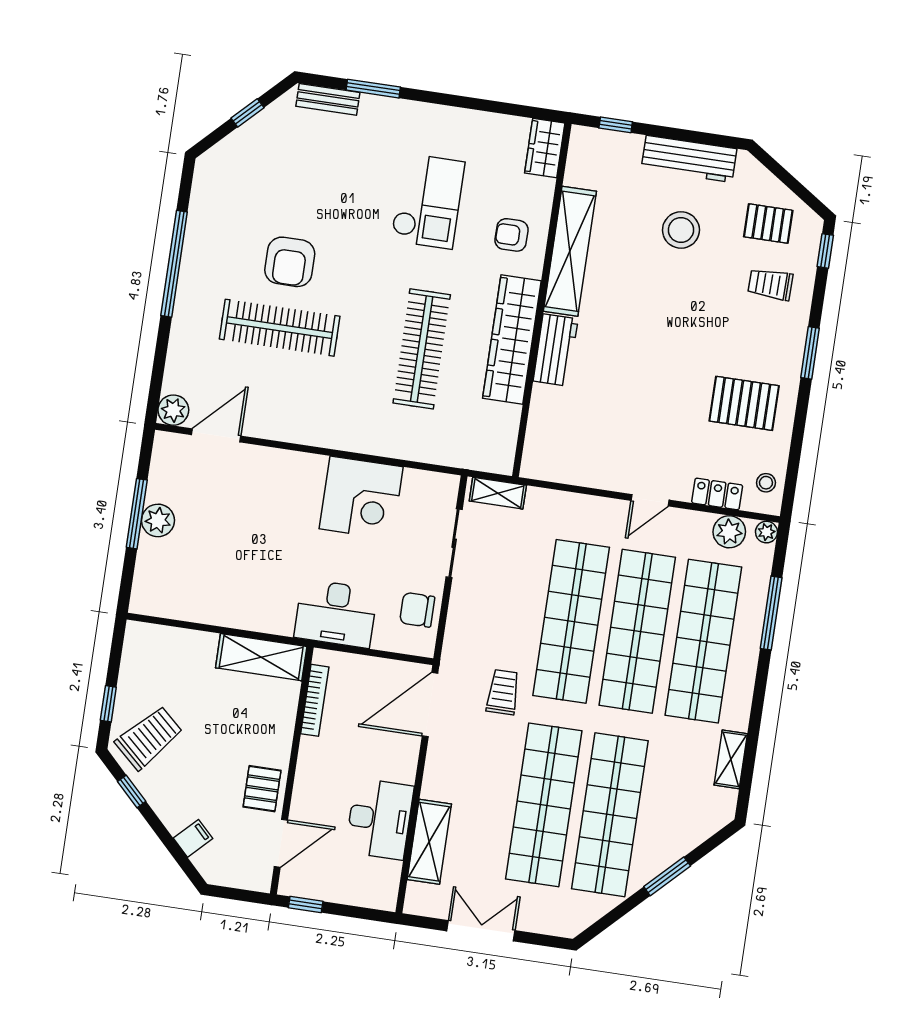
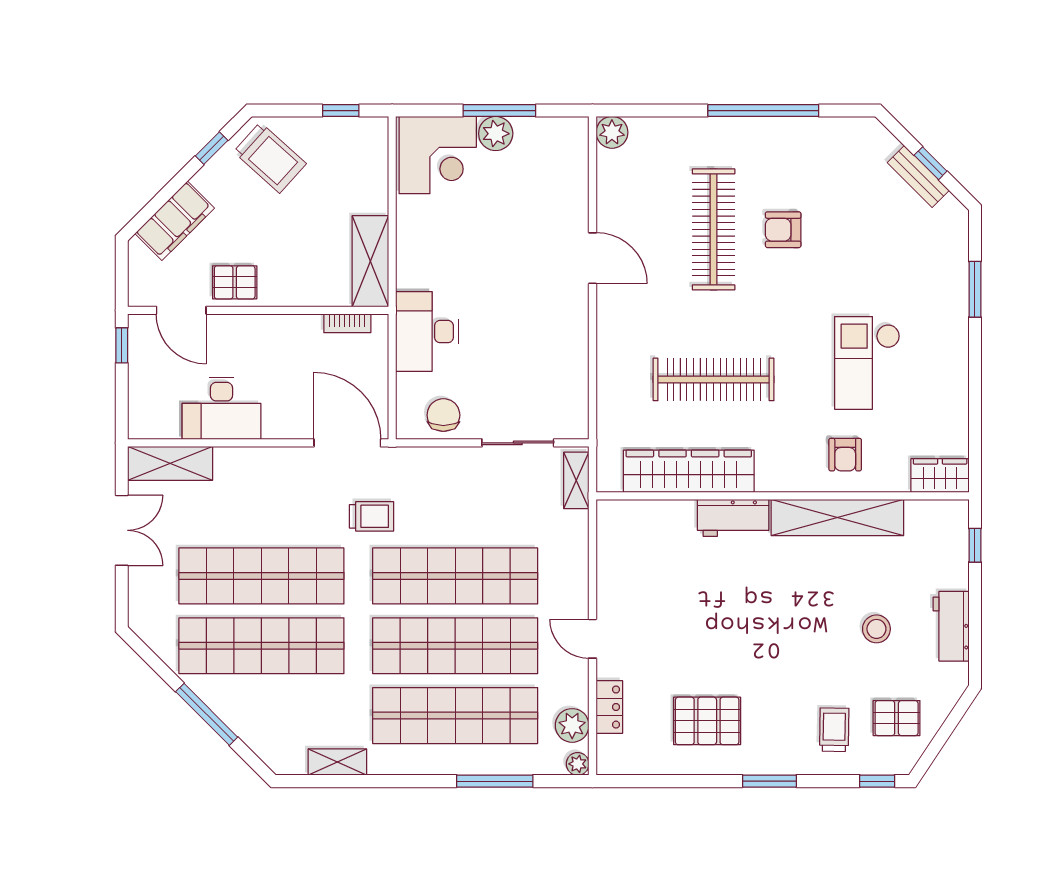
bench: (328, 99) -> (918, 176), moved, turned -45
workbench: (689, 159) -> (951, 626), width x0.73
checkout: (428, 201) -> (867, 363), turned 90
pallet: (768, 224) -> (897, 718), turned 90
stool: (681, 230) -> (876, 629), width x0.73, depth x0.73
armchair: (511, 235) -> (845, 455), turned 180
armchair: (290, 262) -> (783, 230), width x0.72, depth x0.72
wardrobe: (512, 340) -> (689, 471), moved
pallet: (744, 403) -> (707, 721), turned 90
door: (216, 435) -> (593, 258), moved
stool: (766, 483) -> (629, 756), removed
corner desk: (361, 498) -> (438, 155), moved, turned -90
bookcase: (315, 700) -> (347, 323), width x0.64
window: (108, 704) -> (341, 111), moved
filing cabinet: (193, 838) -> (175, 221), width x3.00, depth x1.17
shelving: (429, 842) -> (170, 463), moved
window: (667, 876) -> (207, 714), width x1.44

